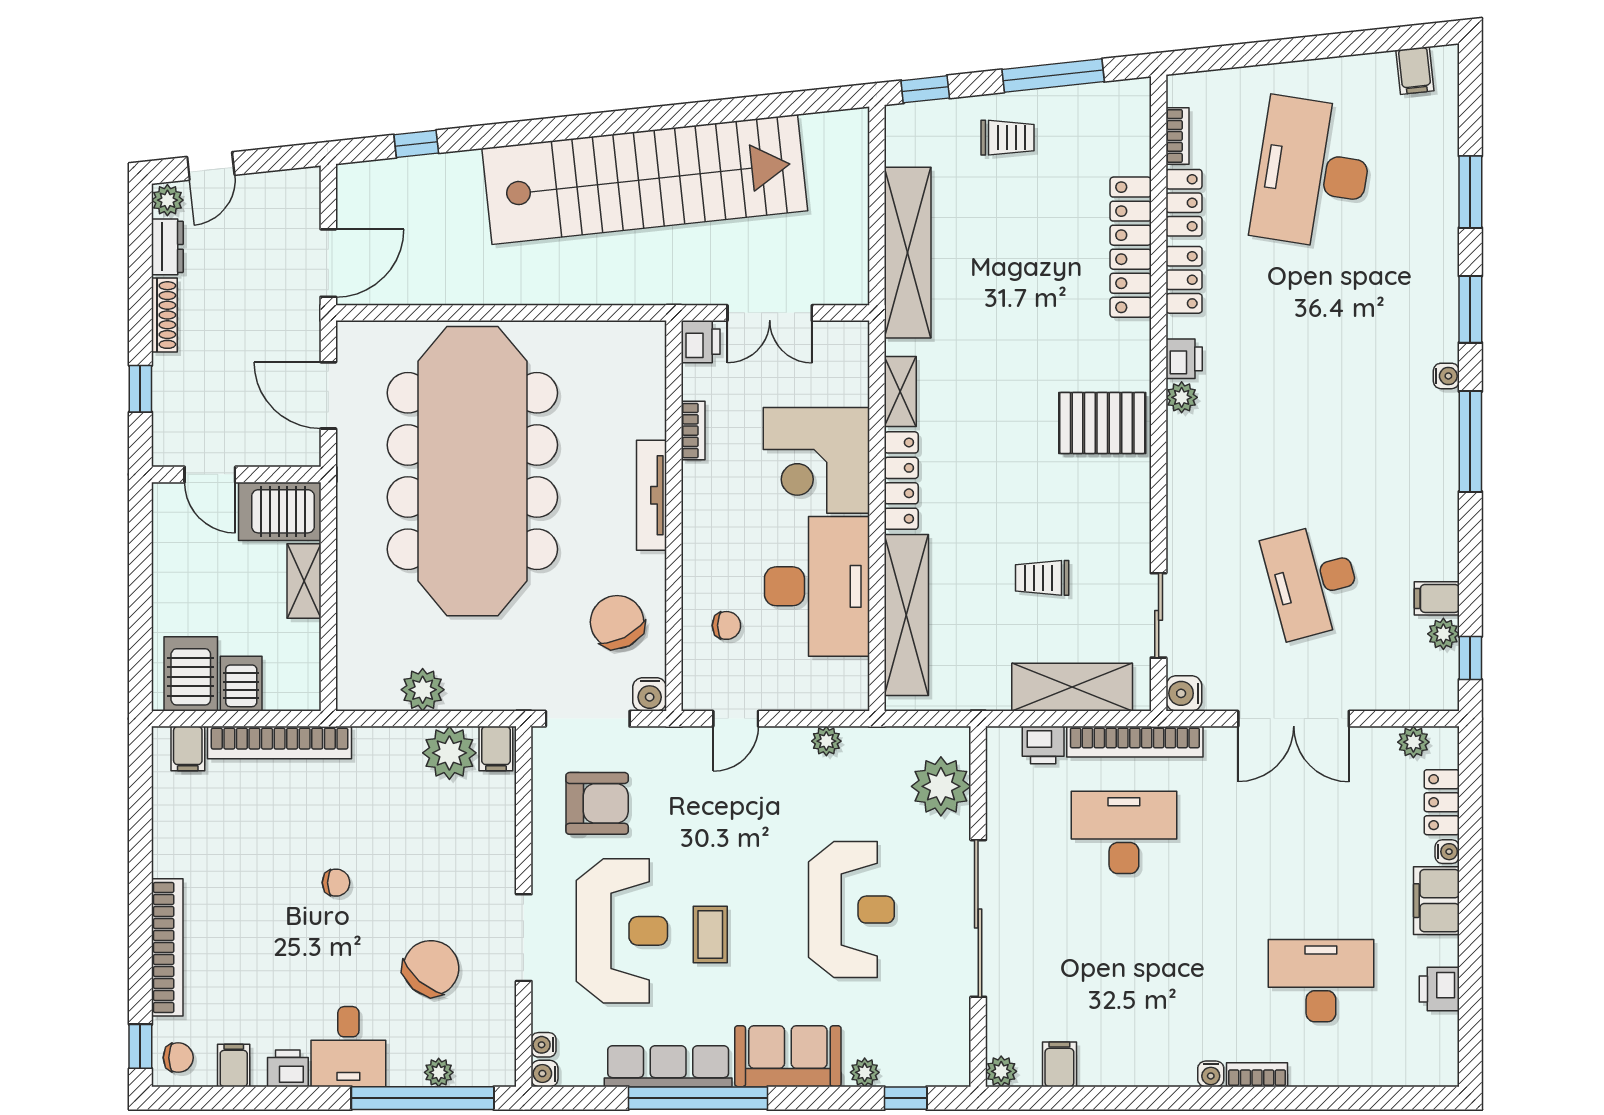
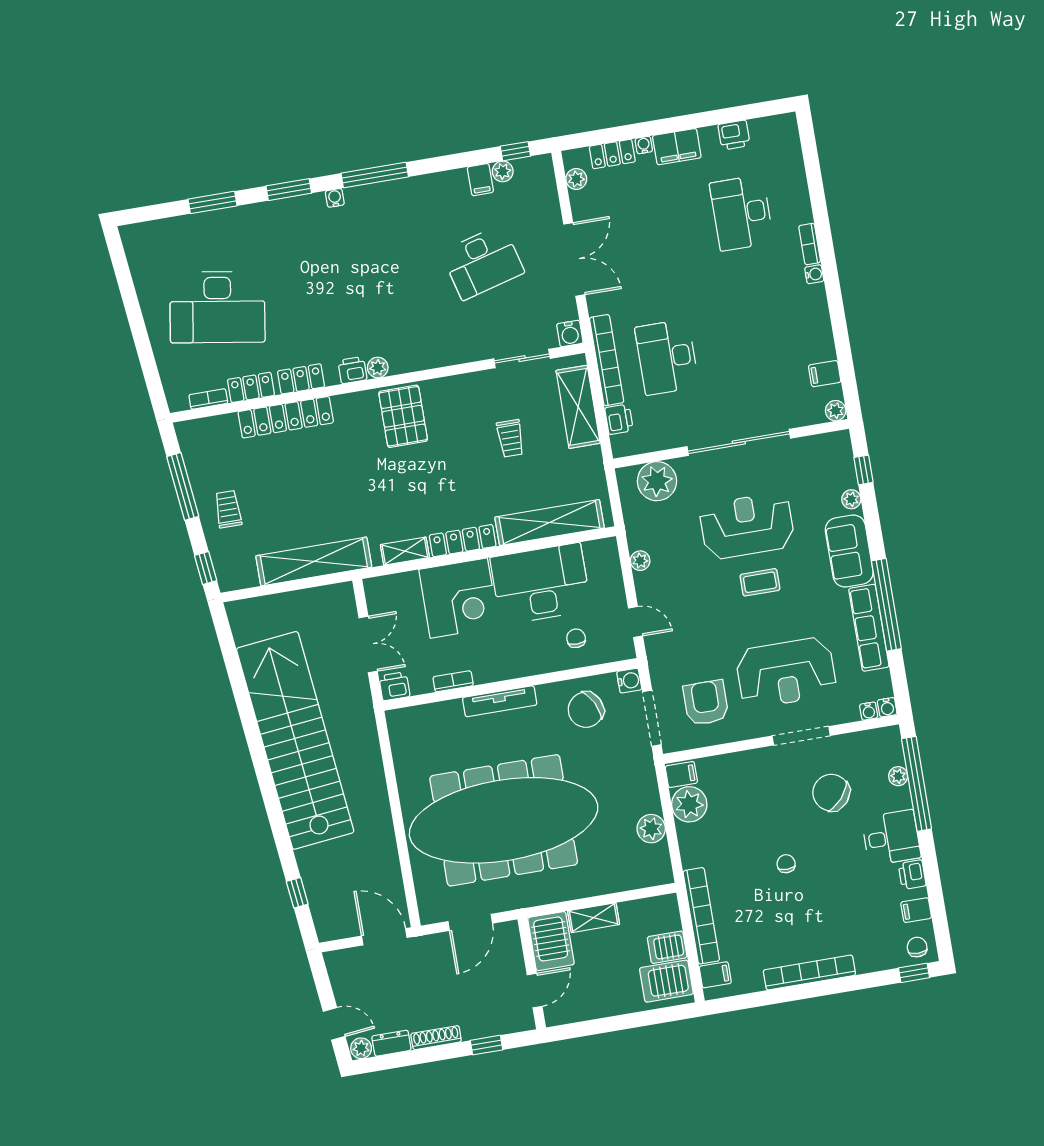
filing cabinet: (1415, 71) -> (140, 252), removed
reception desk: (622, 931) -> (786, 673), turned 180
coffee table: (710, 934) -> (760, 582), moved
bookcase: (167, 947) -> (809, 973), moved

